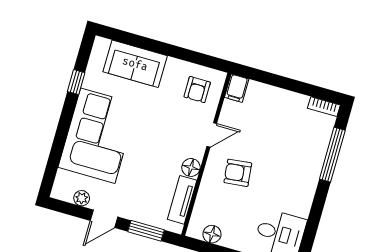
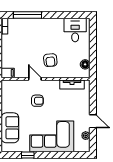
armchair: (197, 90) -> (37, 101), moved
floor lamp: (191, 167) -> (54, 85), removed
window: (146, 231) -> (93, 98), removed

